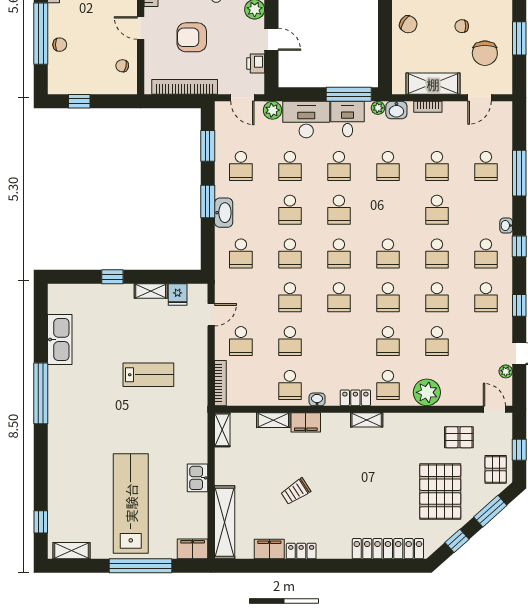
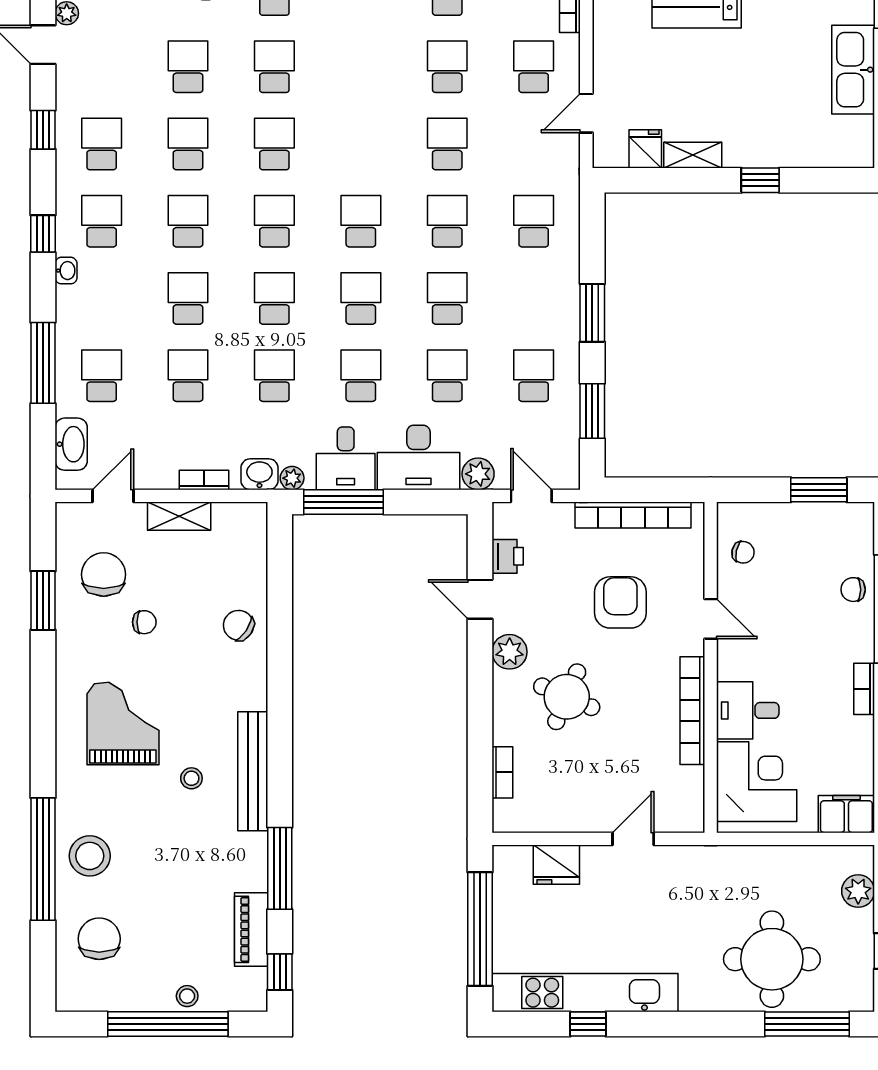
armchair: (192, 37) -> (620, 602), turned -90
shelving: (433, 84) -> (179, 516), width x0.67, depth x0.75
window: (79, 101) -> (819, 490), width x1.50
washbasin: (224, 213) -> (71, 444), moved, turned 180
school desk: (339, 297) -> (274, 299), moved

